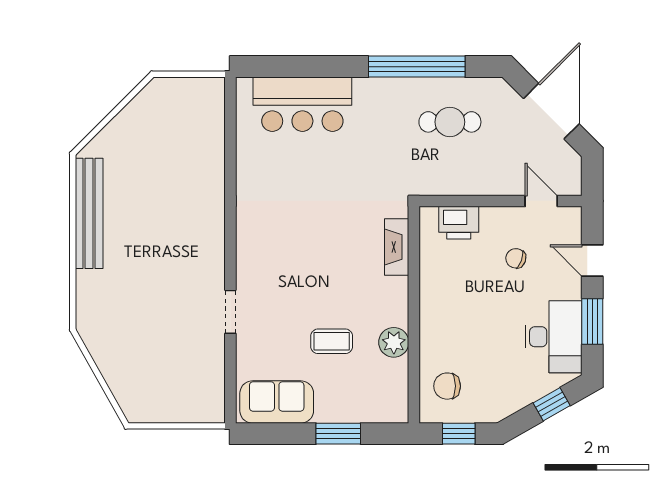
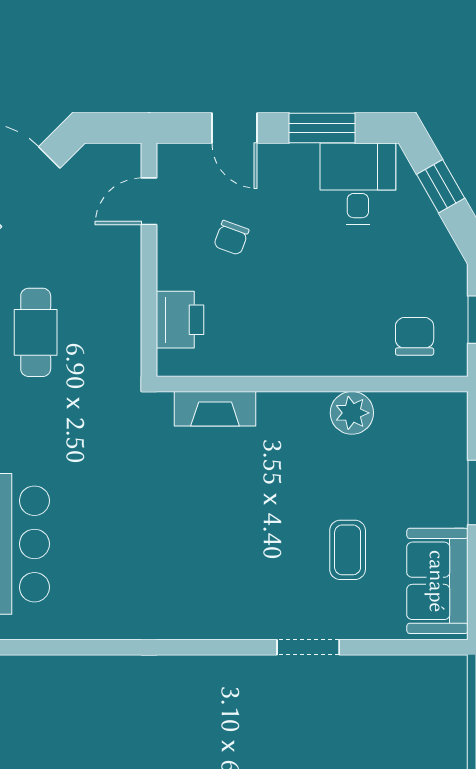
door: (592, 261) -> (234, 128), hinge flipped
desk: (554, 337) -> (358, 184), width x0.73
coffee table: (332, 341) -> (348, 550), moved
chair: (447, 386) -> (415, 336), turned 180

